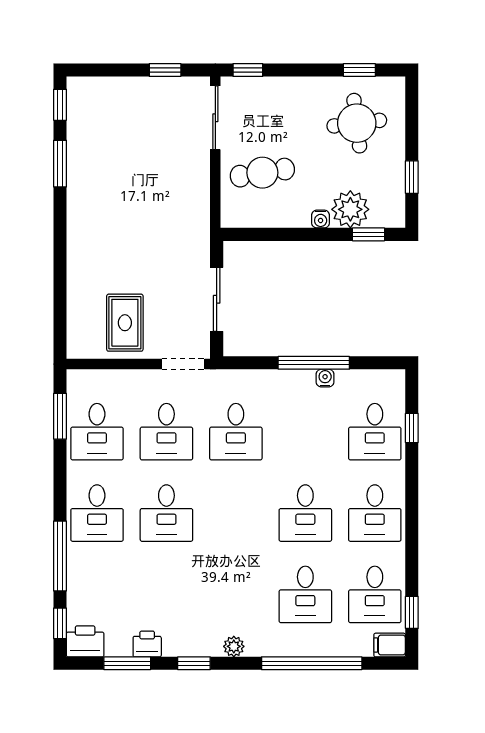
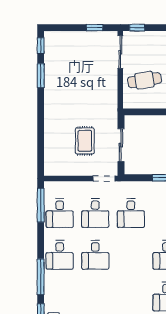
rug: (125, 323) -> (85, 141), moved
window: (60, 416) -> (41, 205), width x1.44

